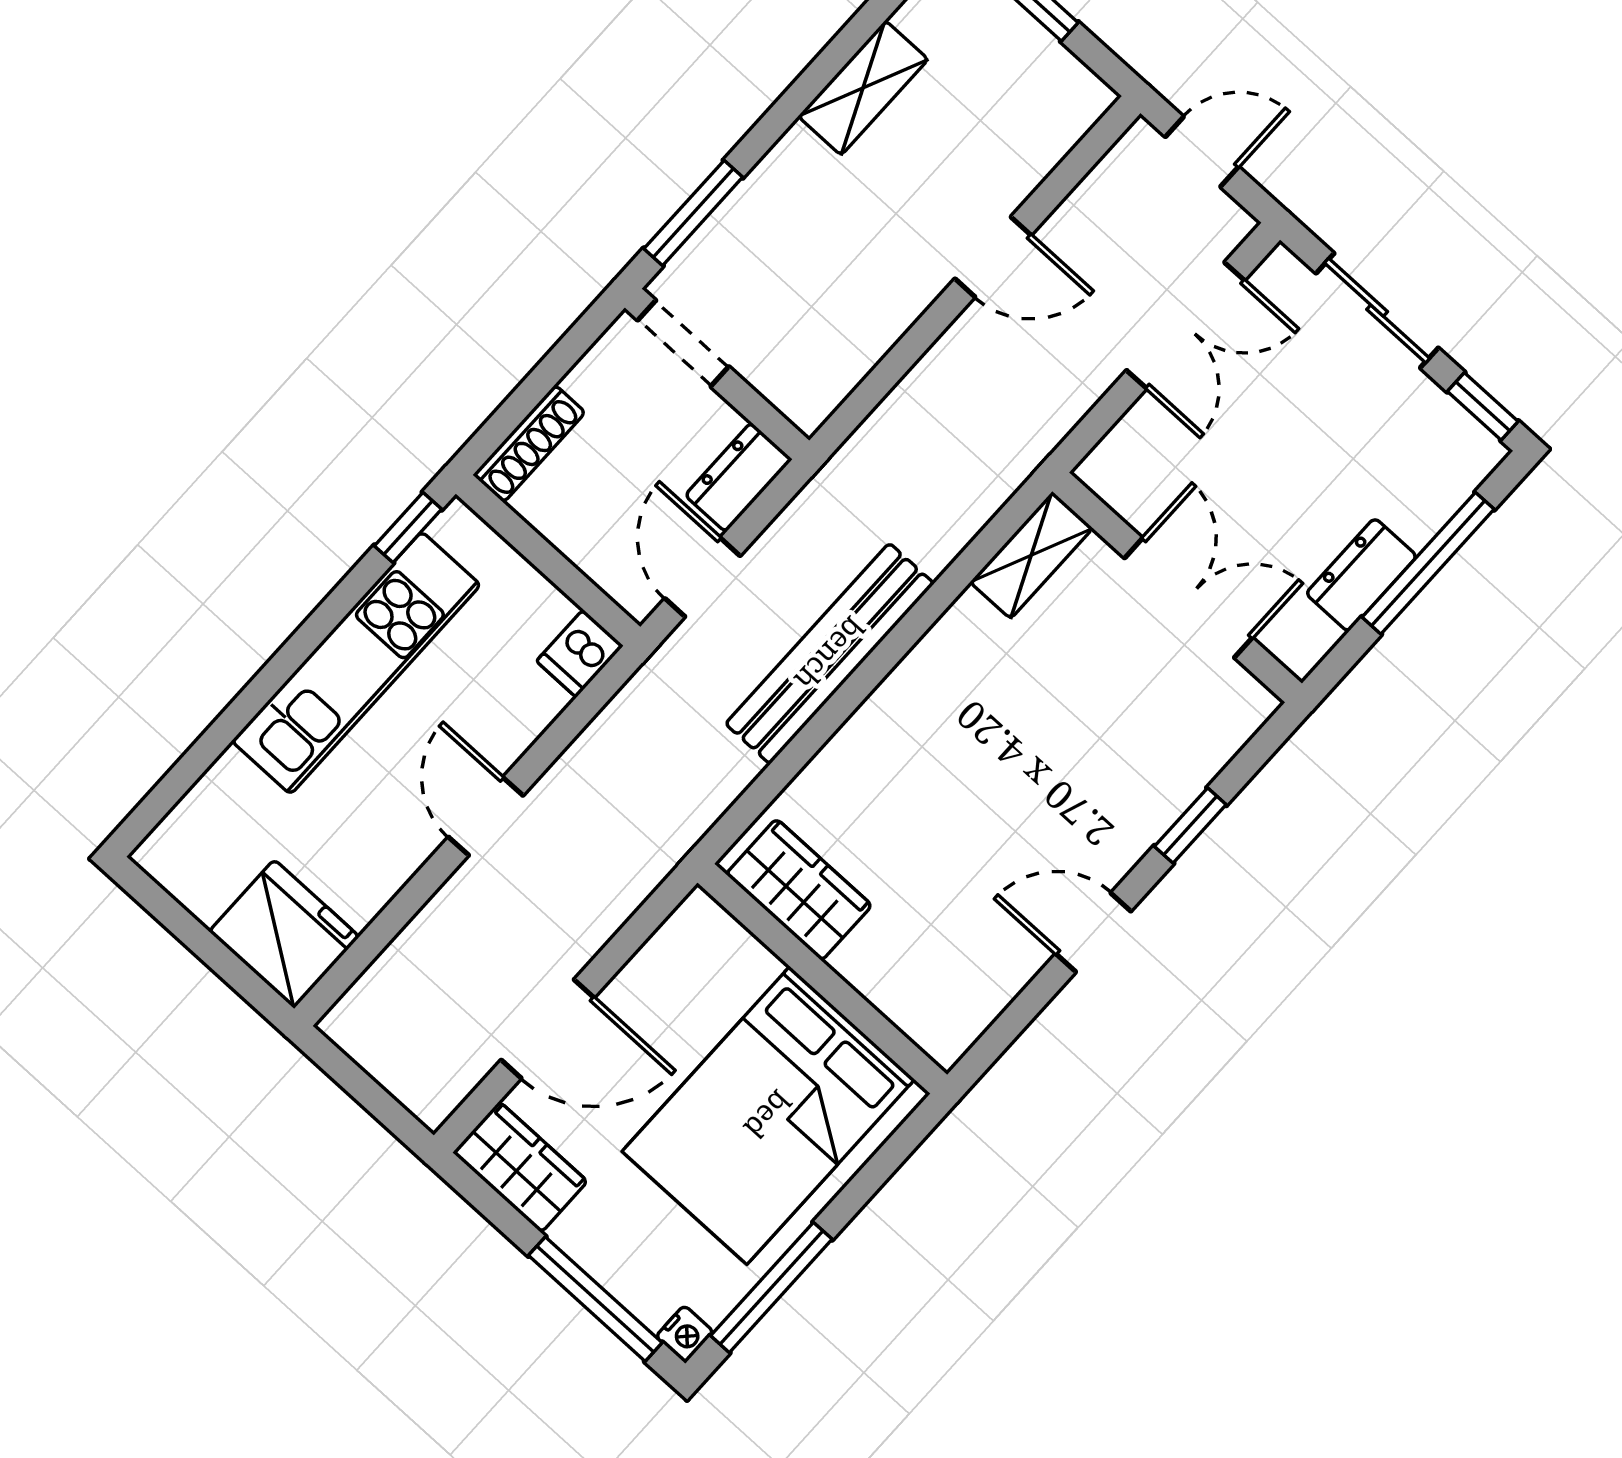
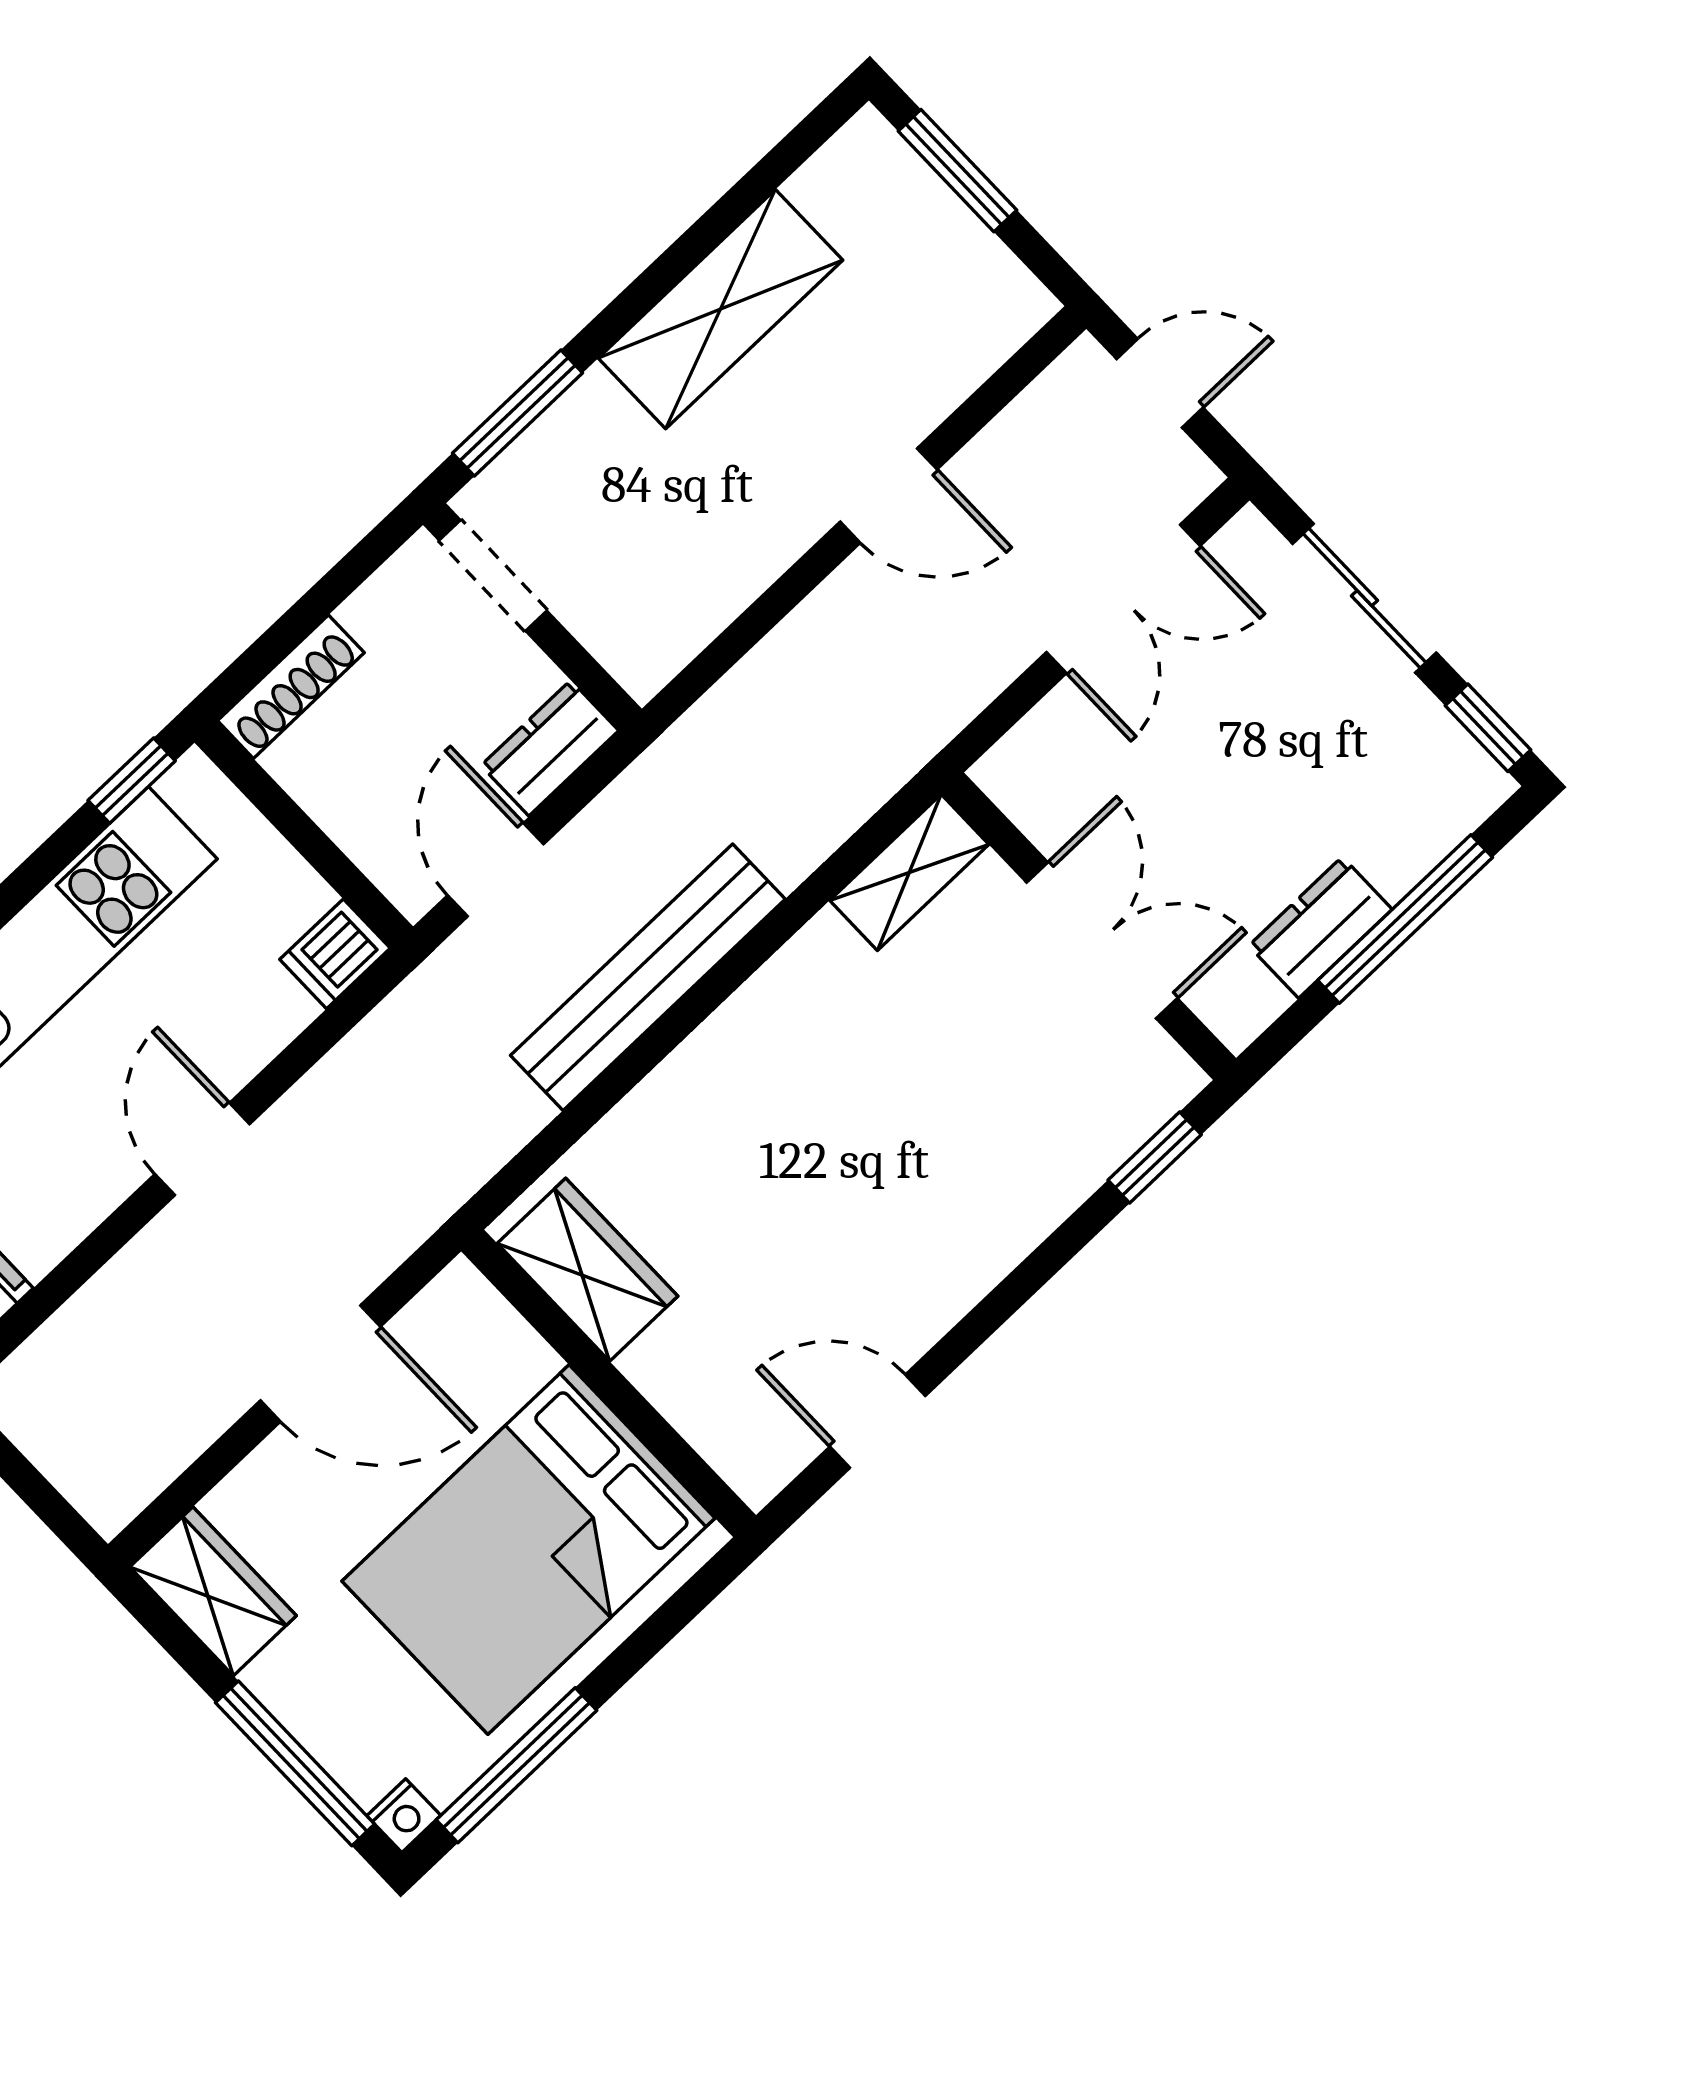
shelving: (863, 88) -> (721, 309), width x1.50, depth x1.33
window: (1190, 826) -> (1155, 1157), moved
door: (1093, 932) -> (878, 1421), moved
door: (548, 1029) -> (320, 1364), moved

